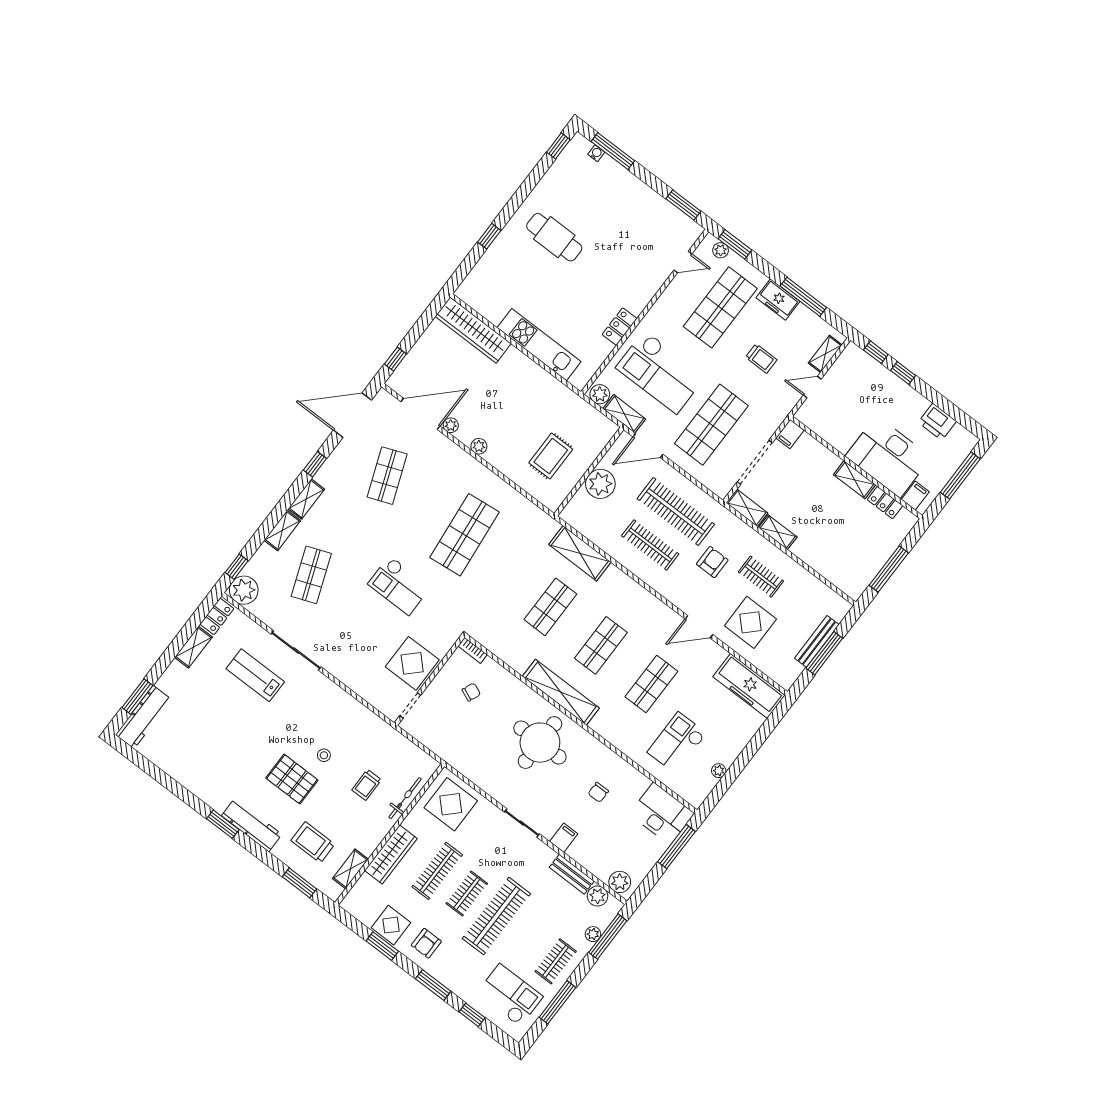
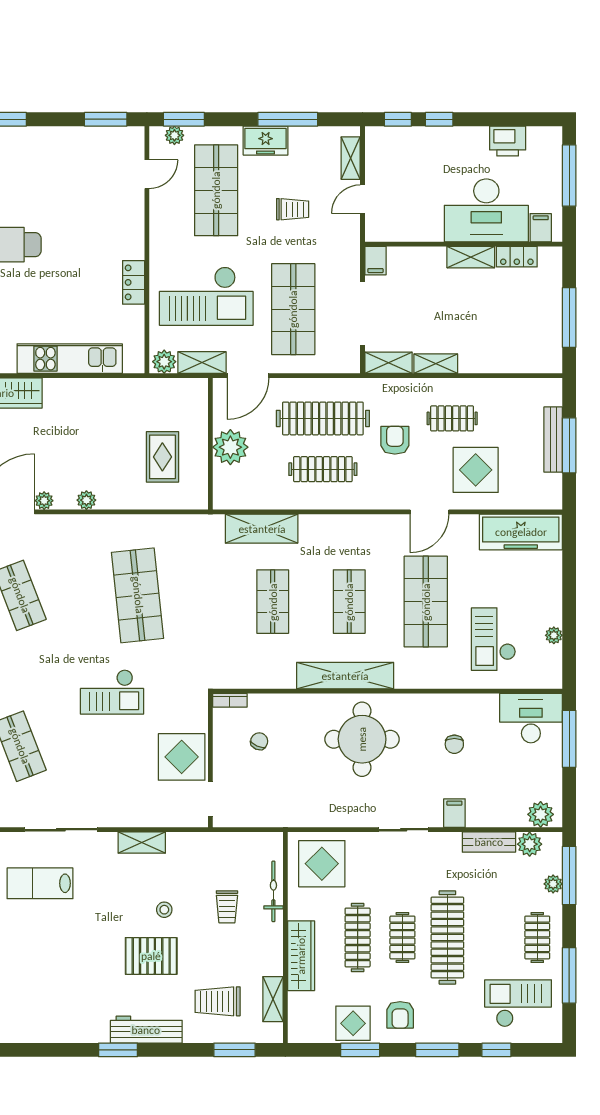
shop shelf: (651, 684) -> (426, 602), width x1.43, depth x1.36
shelving: (343, 700) -> (142, 843), added

